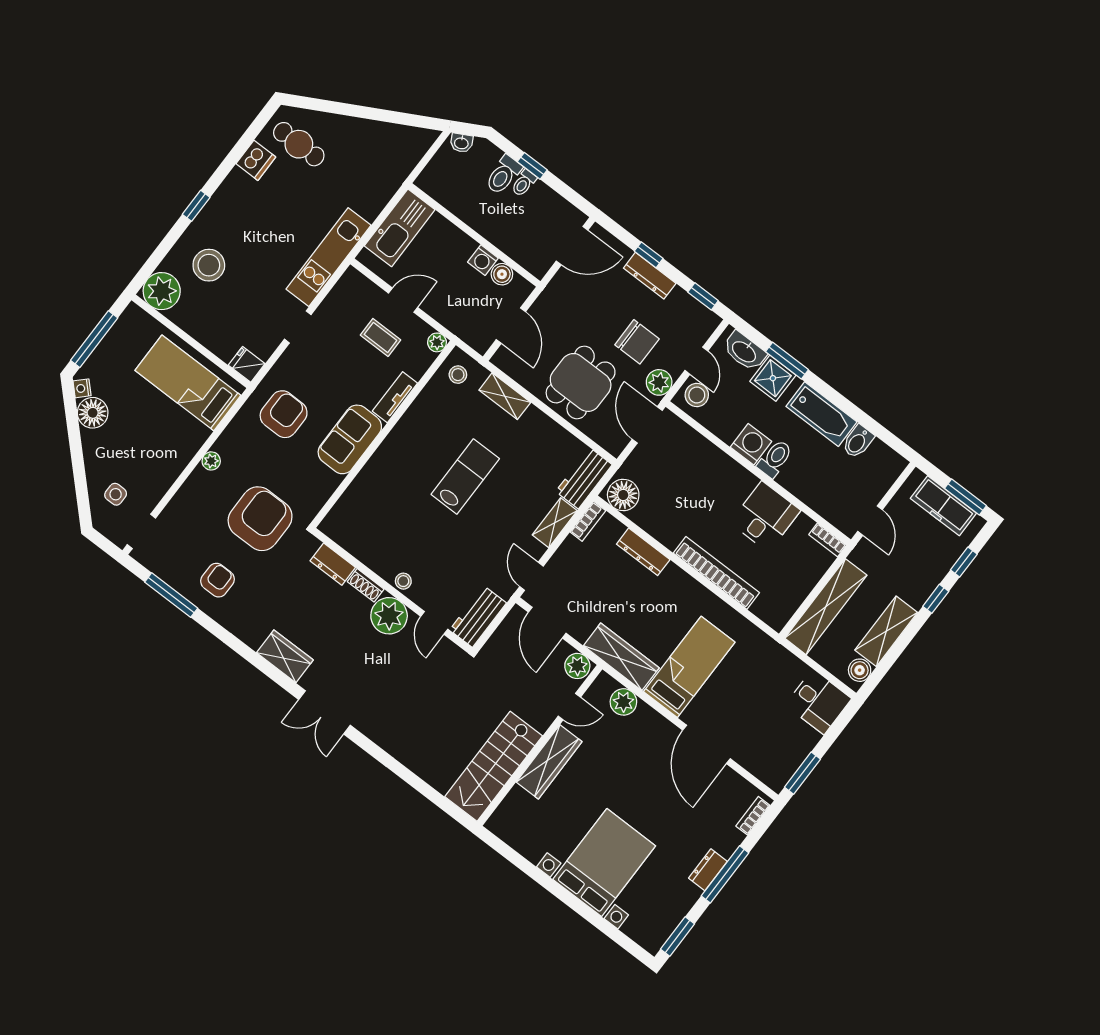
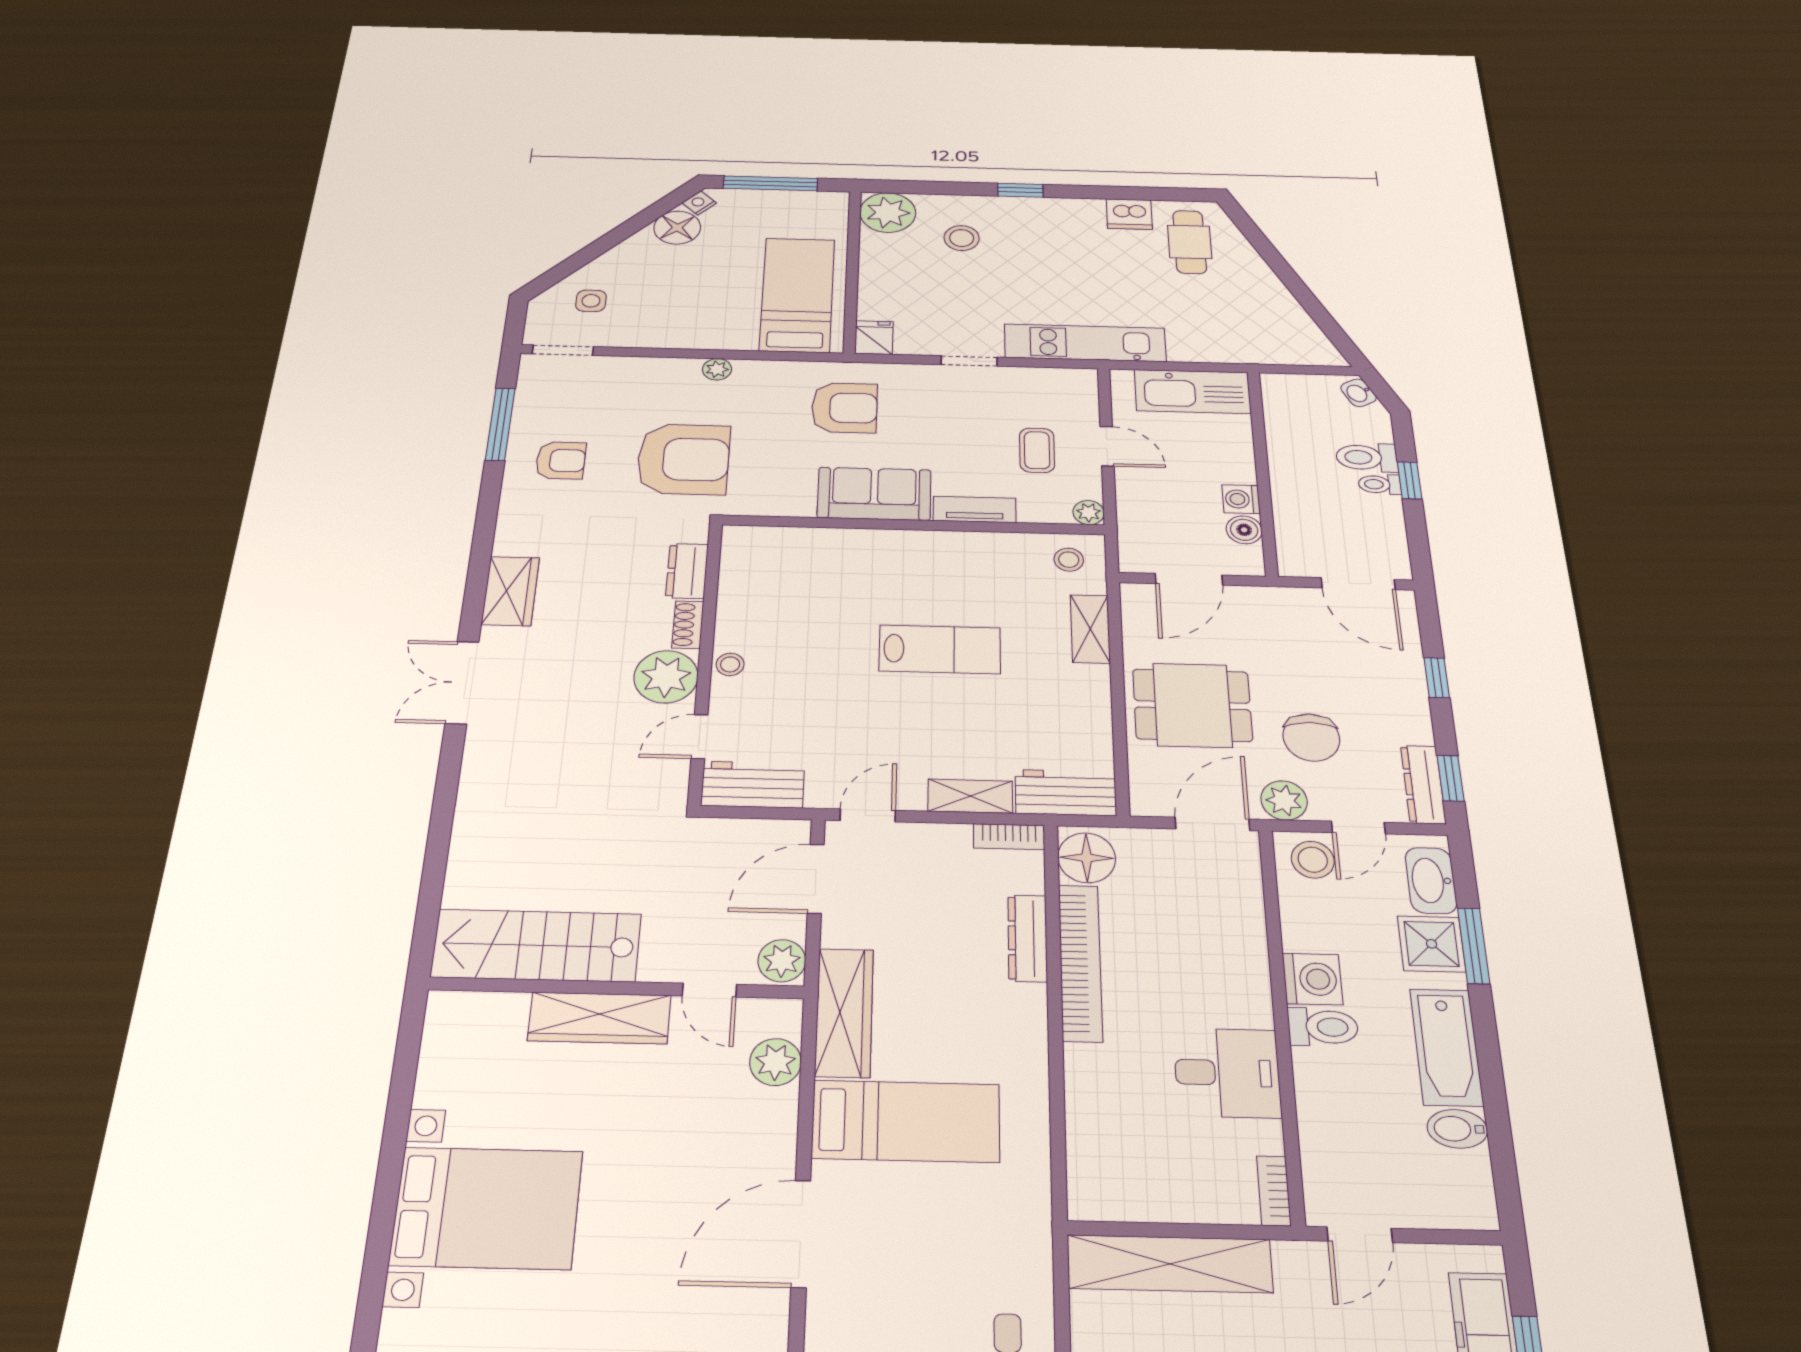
stool: (209, 265) -> (962, 238), width x0.73, depth x0.73
dresser: (650, 276) -> (1423, 784), moved
bookcase: (716, 573) -> (1080, 962), moved

